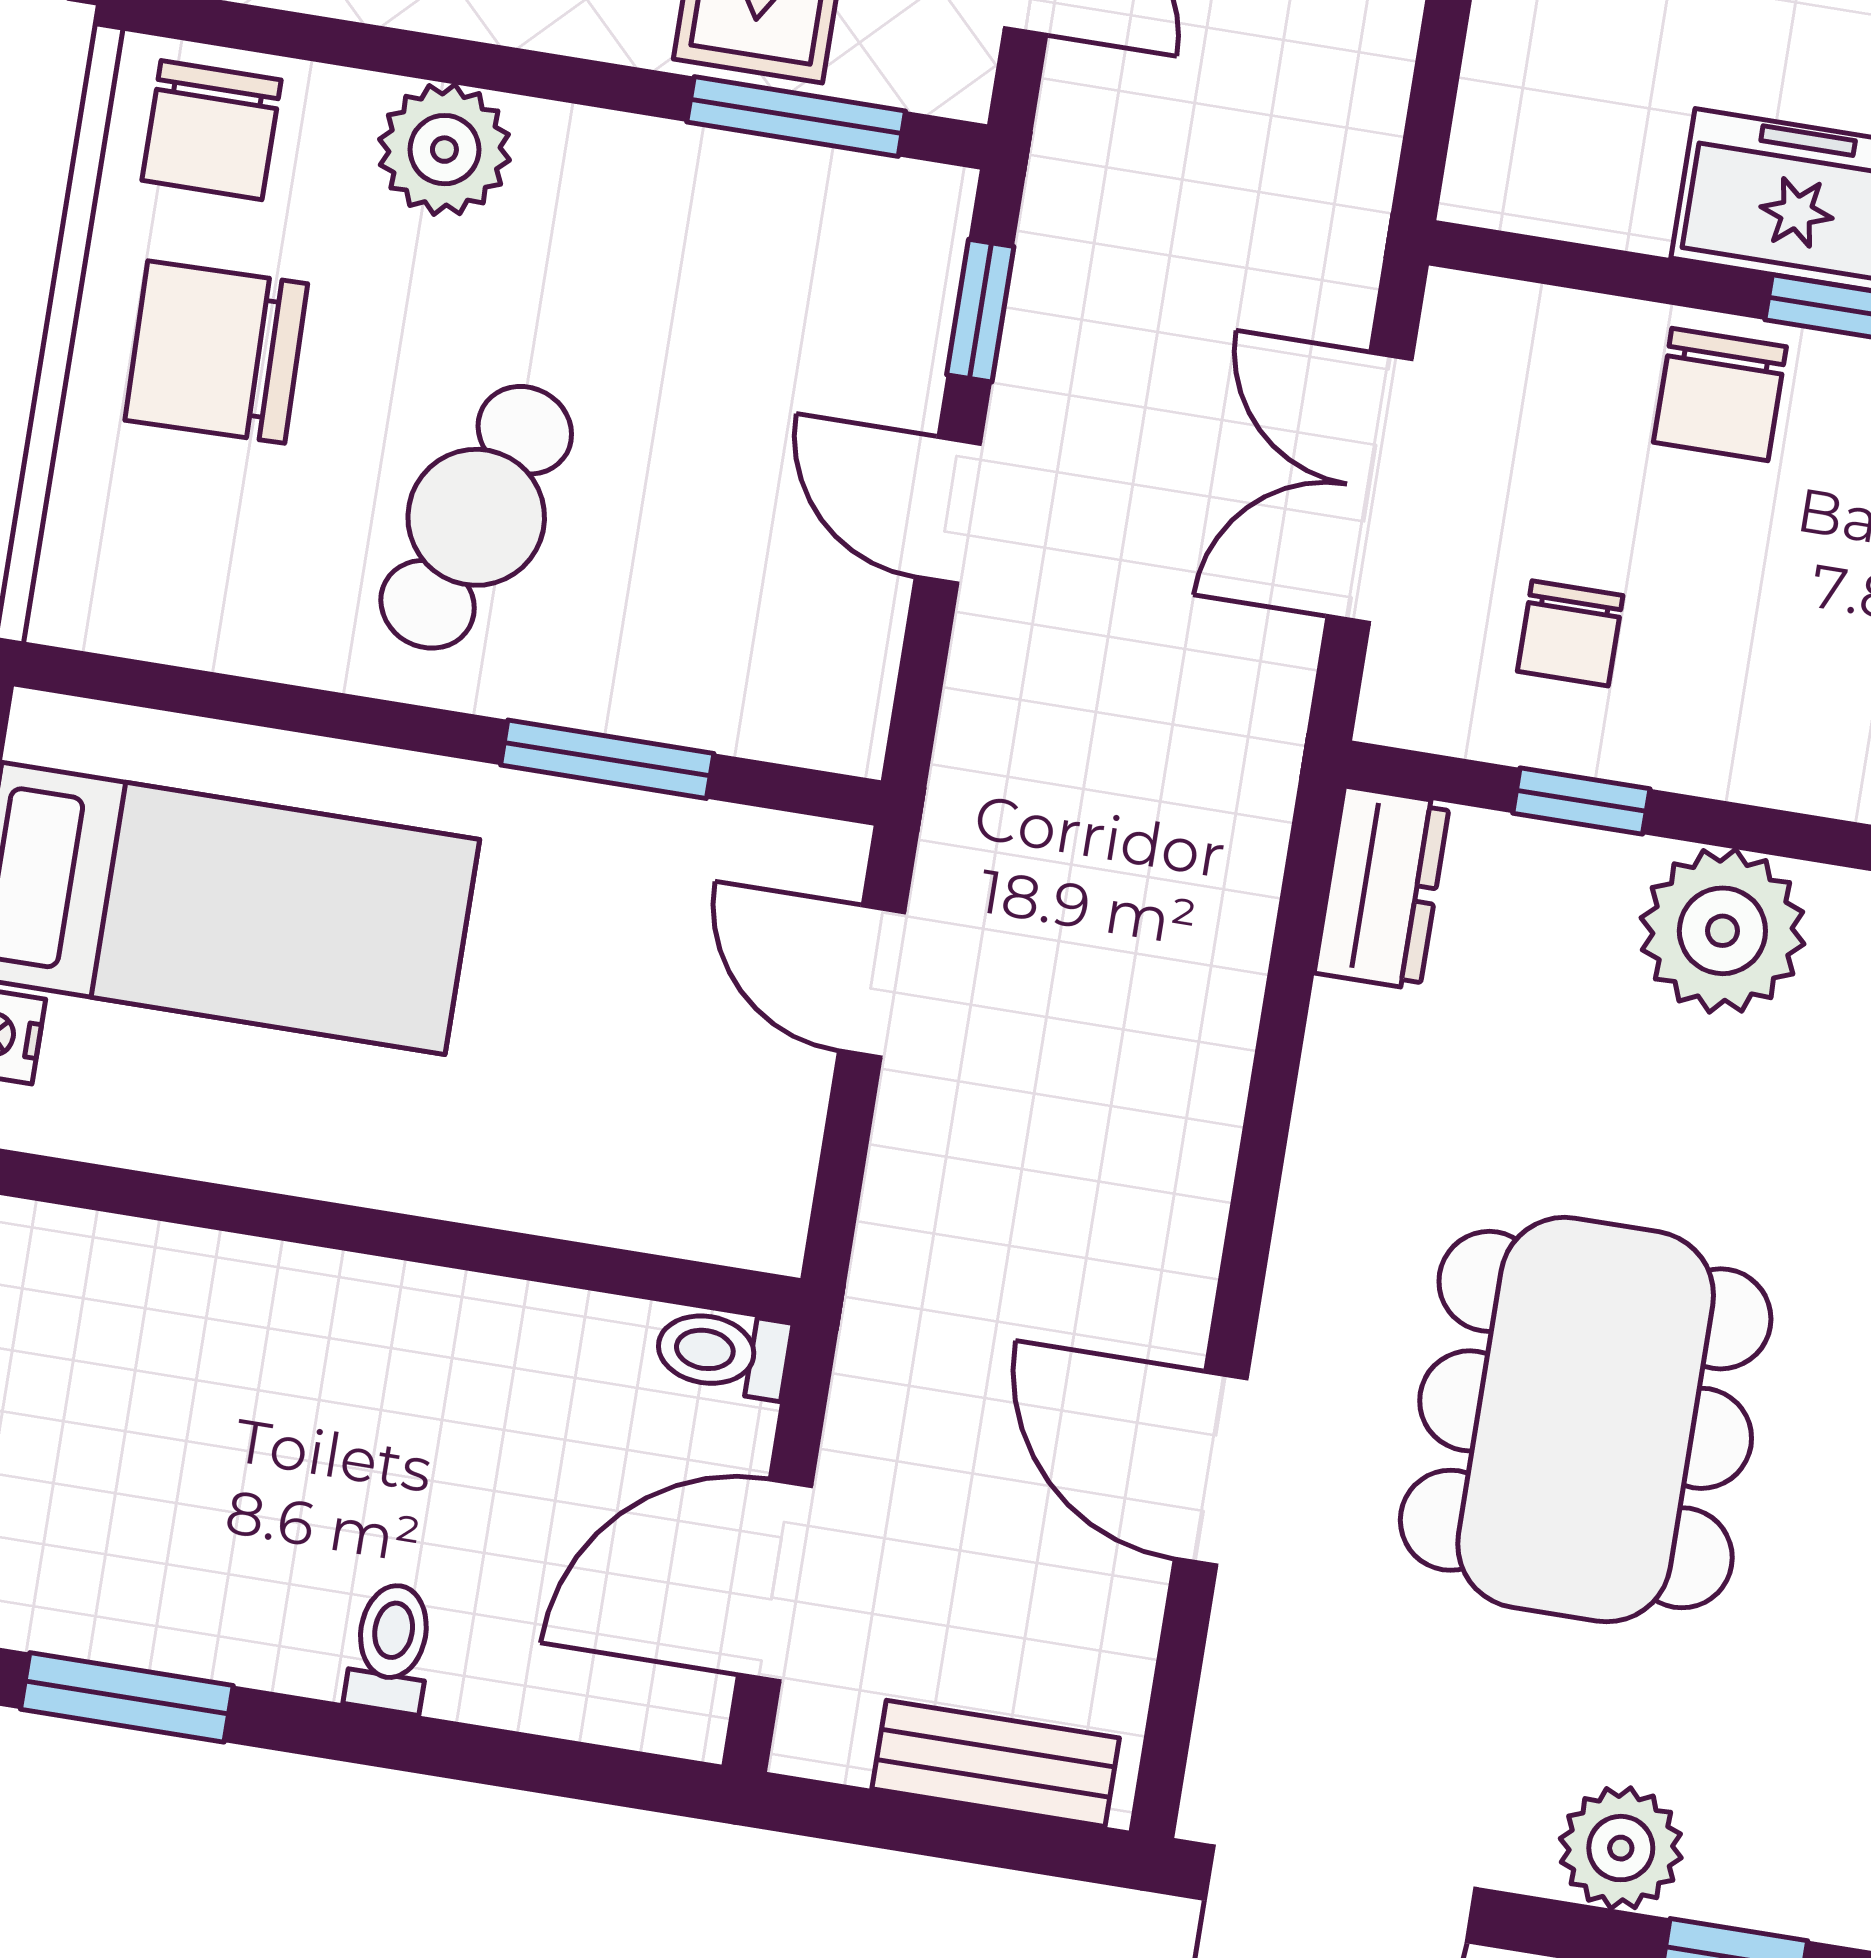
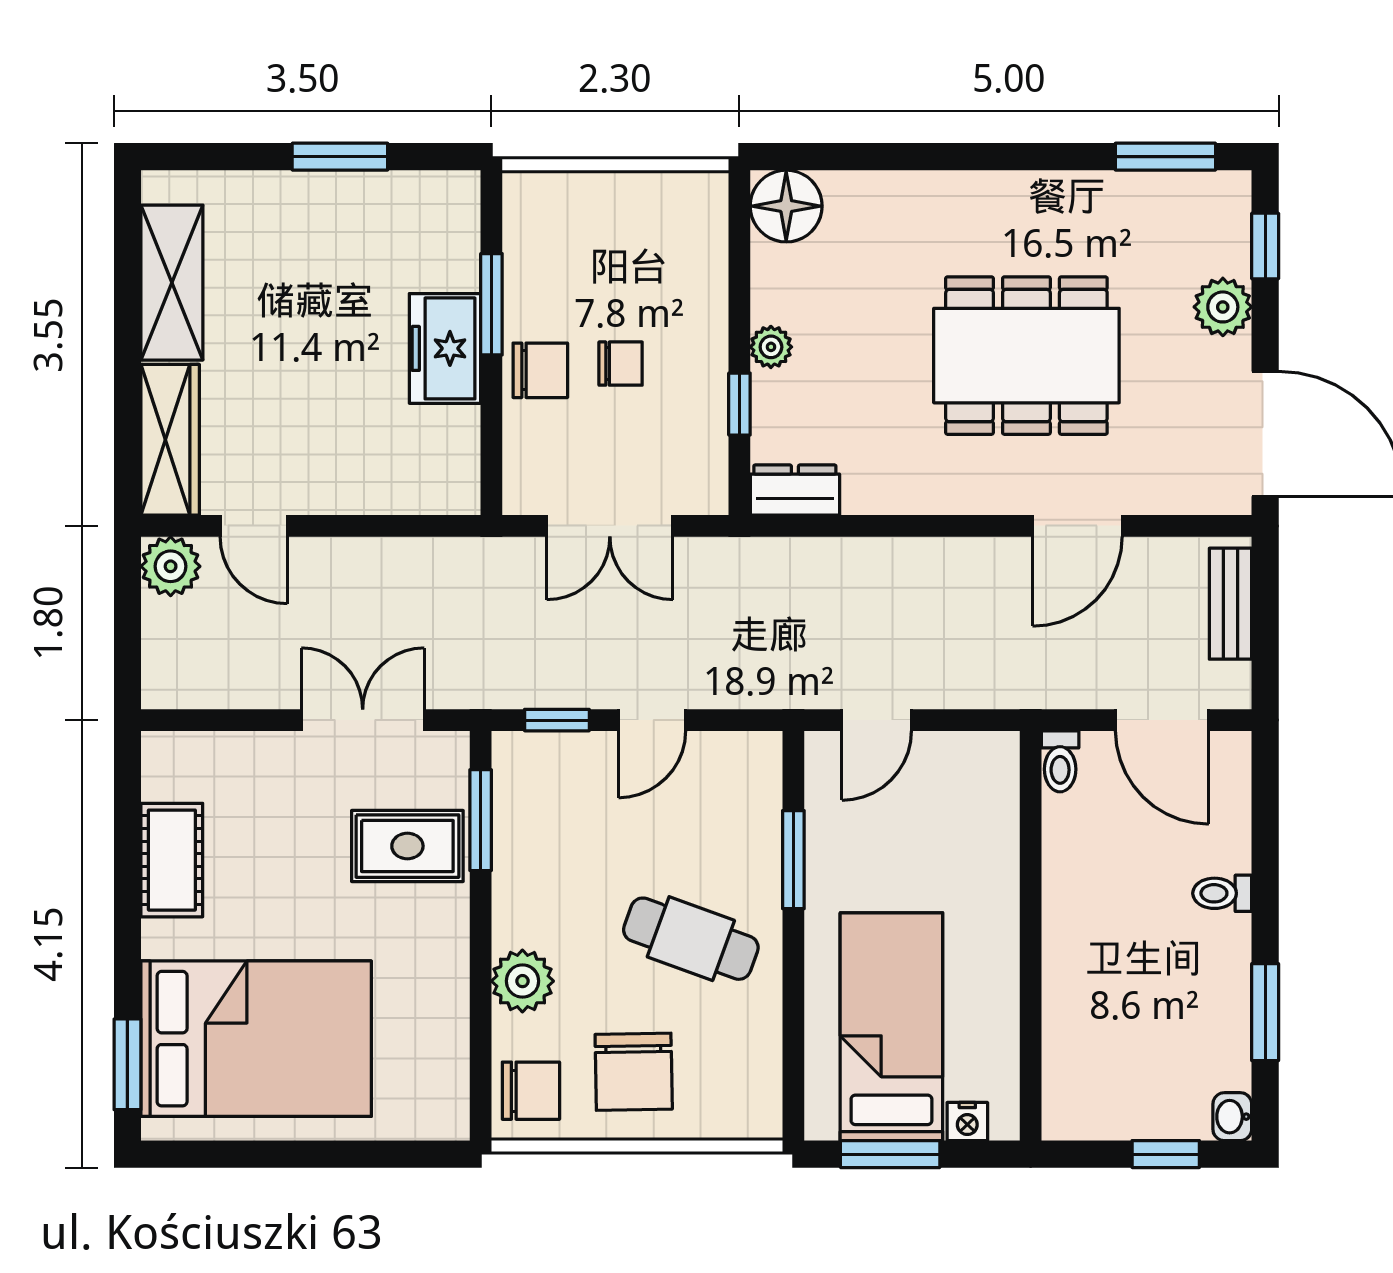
chair: (1570, 633) -> (621, 364), moved
plant: (1722, 931) -> (771, 347), width x0.53, depth x0.53

